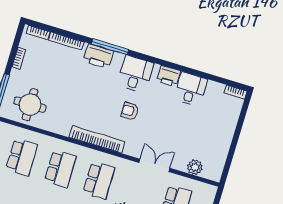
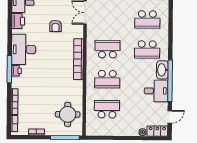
printer: (99, 56) -> (16, 71), width x0.53, depth x0.68
desk: (135, 74) -> (24, 49), width x1.37
armchair: (130, 111) -> (56, 26), moved
school desk: (60, 169) -> (107, 79), turned 180

